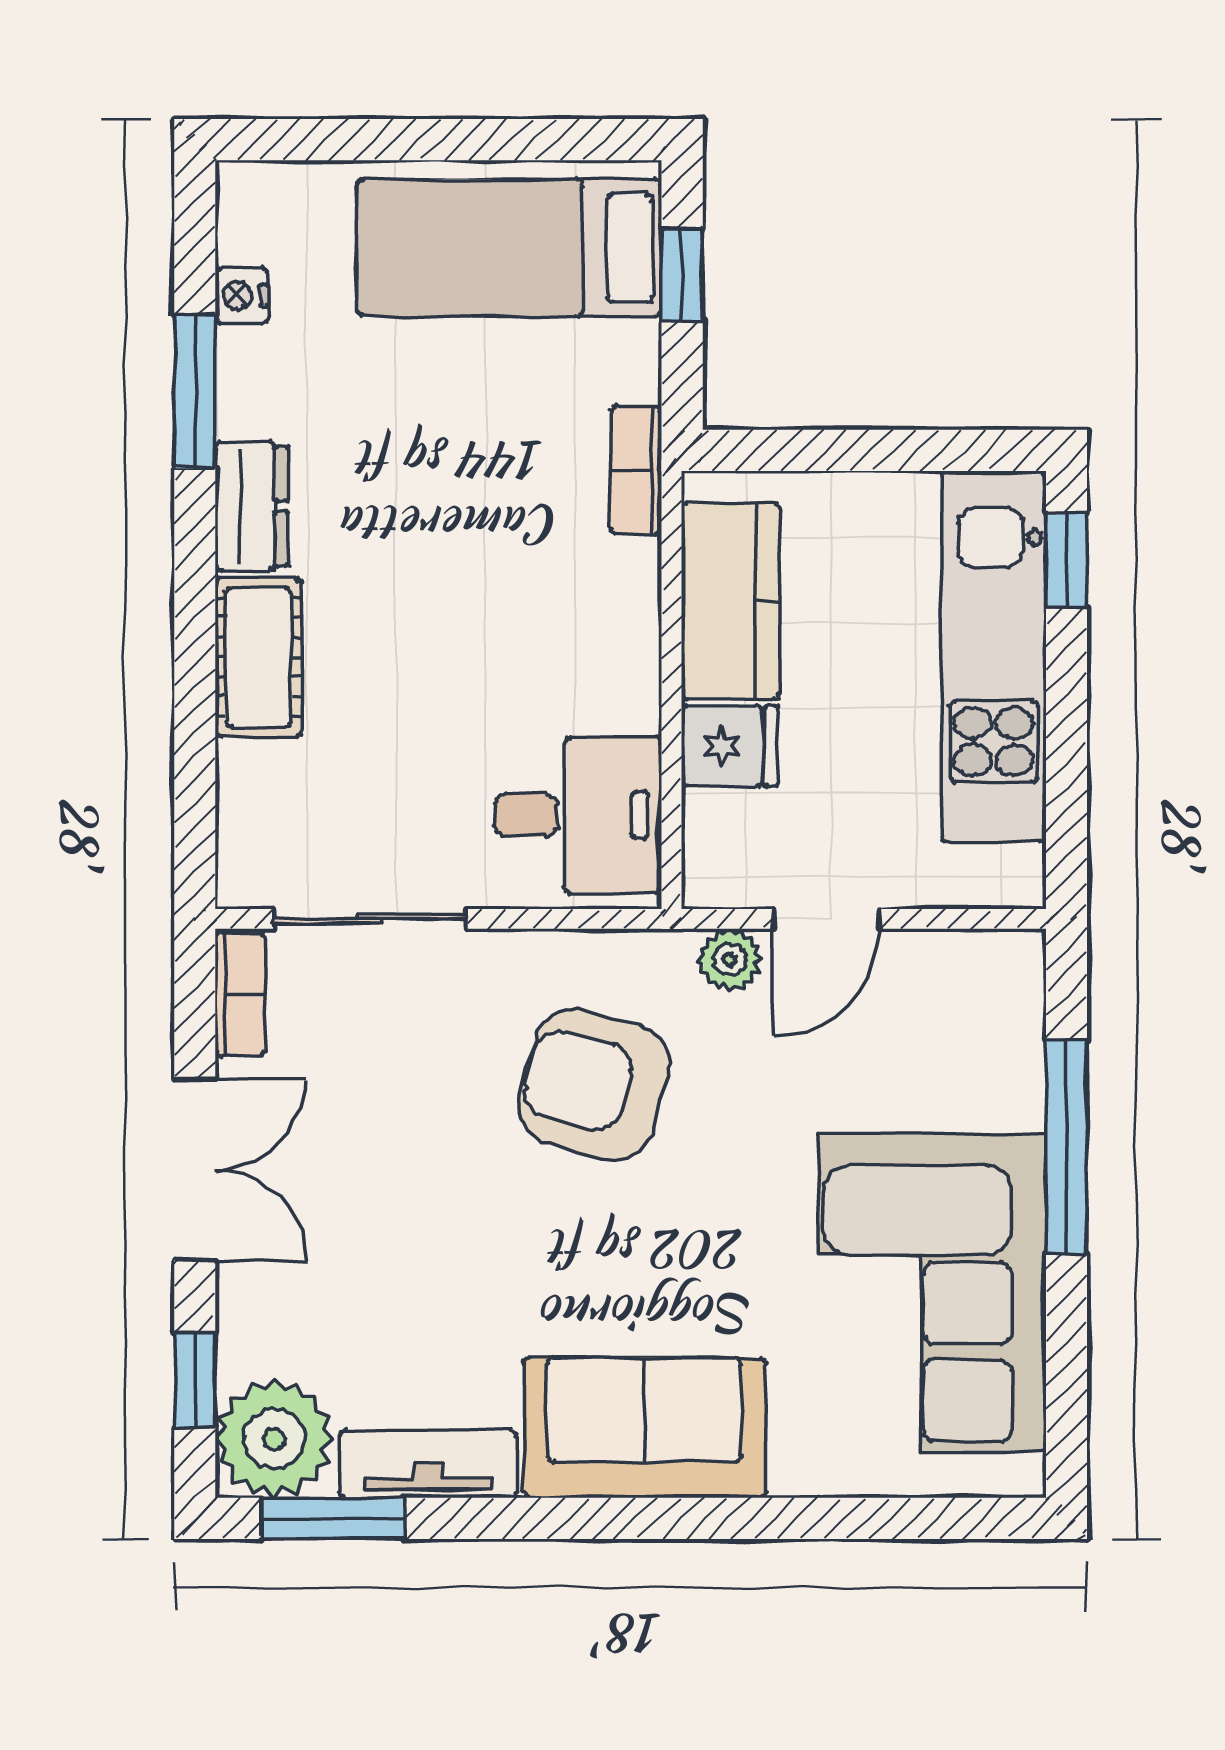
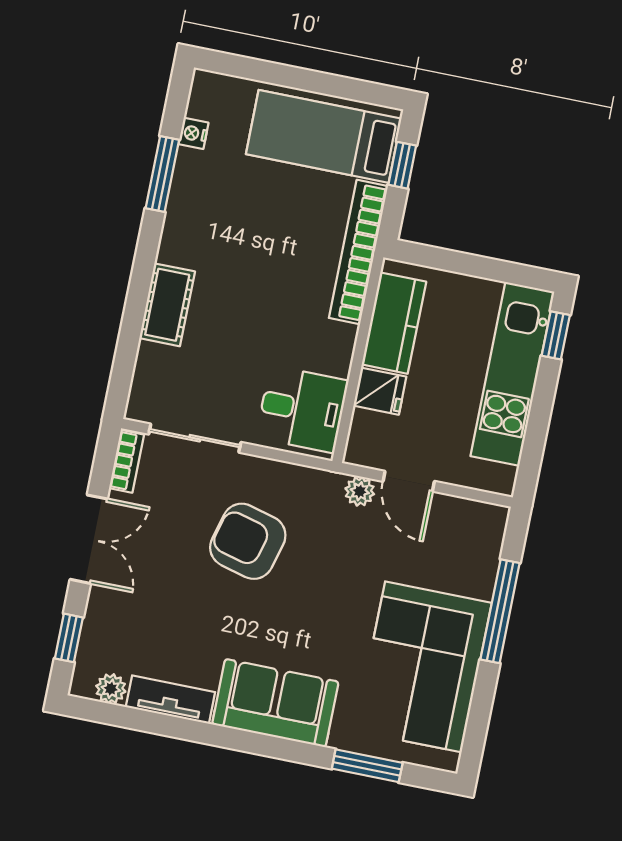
bookcase: (636, 470) -> (358, 252), width x2.31, depth x1.31
dresser: (252, 506) -> (178, 233), removed
door: (826, 919) -> (409, 481), hinge flipped
armchair: (594, 1085) -> (248, 541), moved
plant: (274, 1439) -> (111, 689), width x0.53, depth x0.53
window: (333, 1518) -> (367, 766), moved

